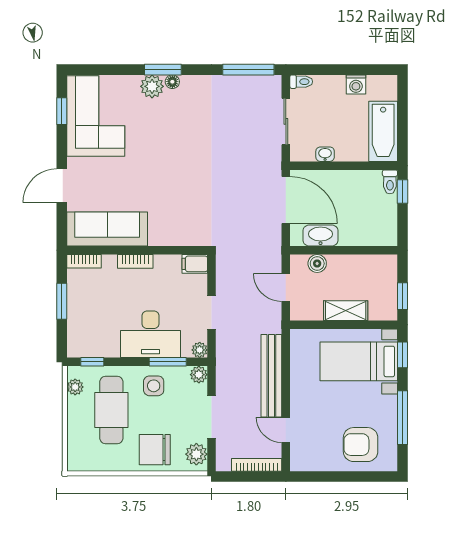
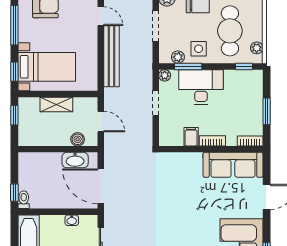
filing cabinet: (195, 264) -> (191, 137), moved, turned -90
plant: (199, 375) -> (178, 57), moved

